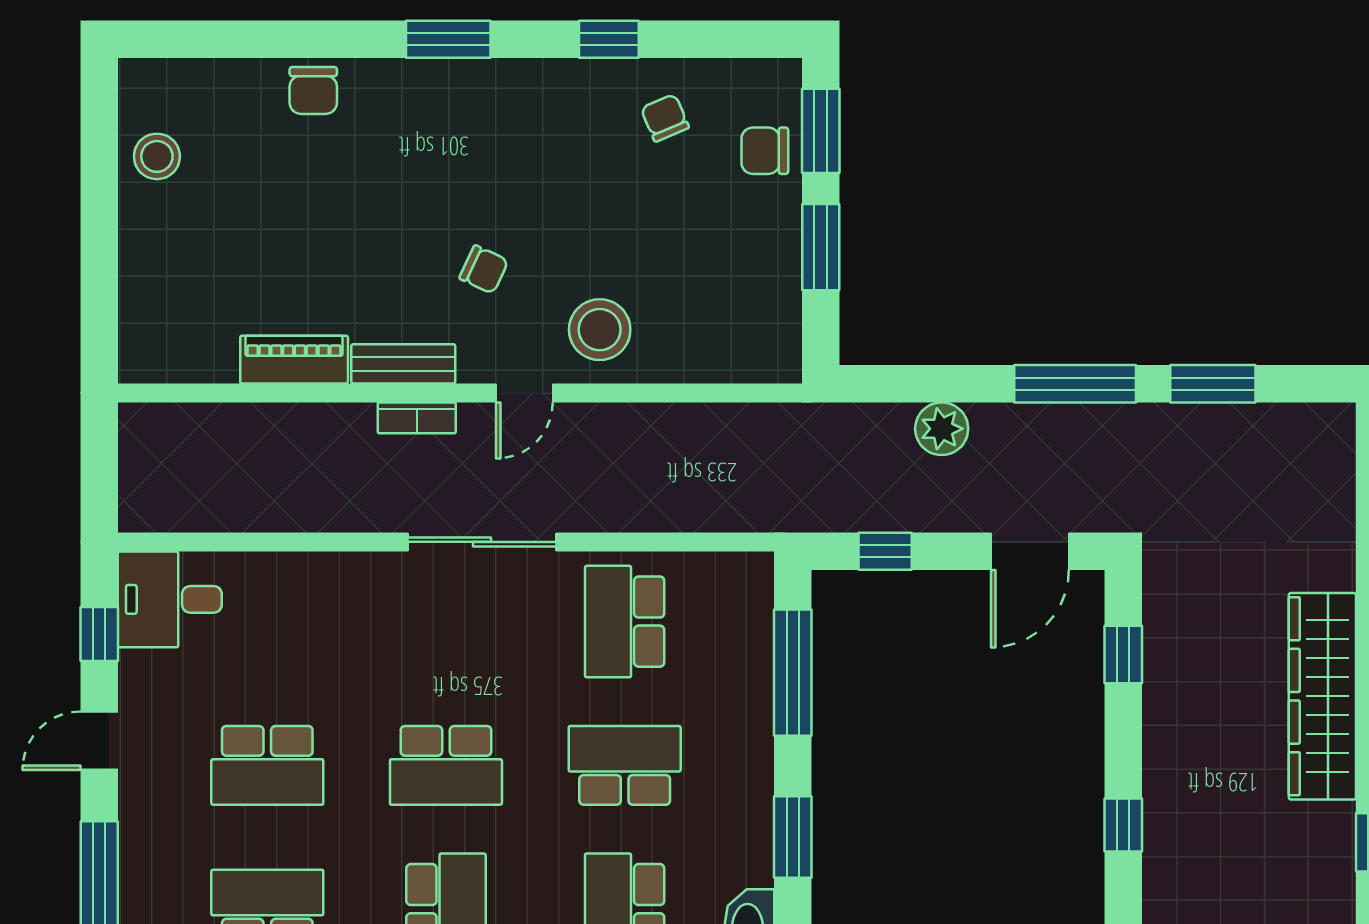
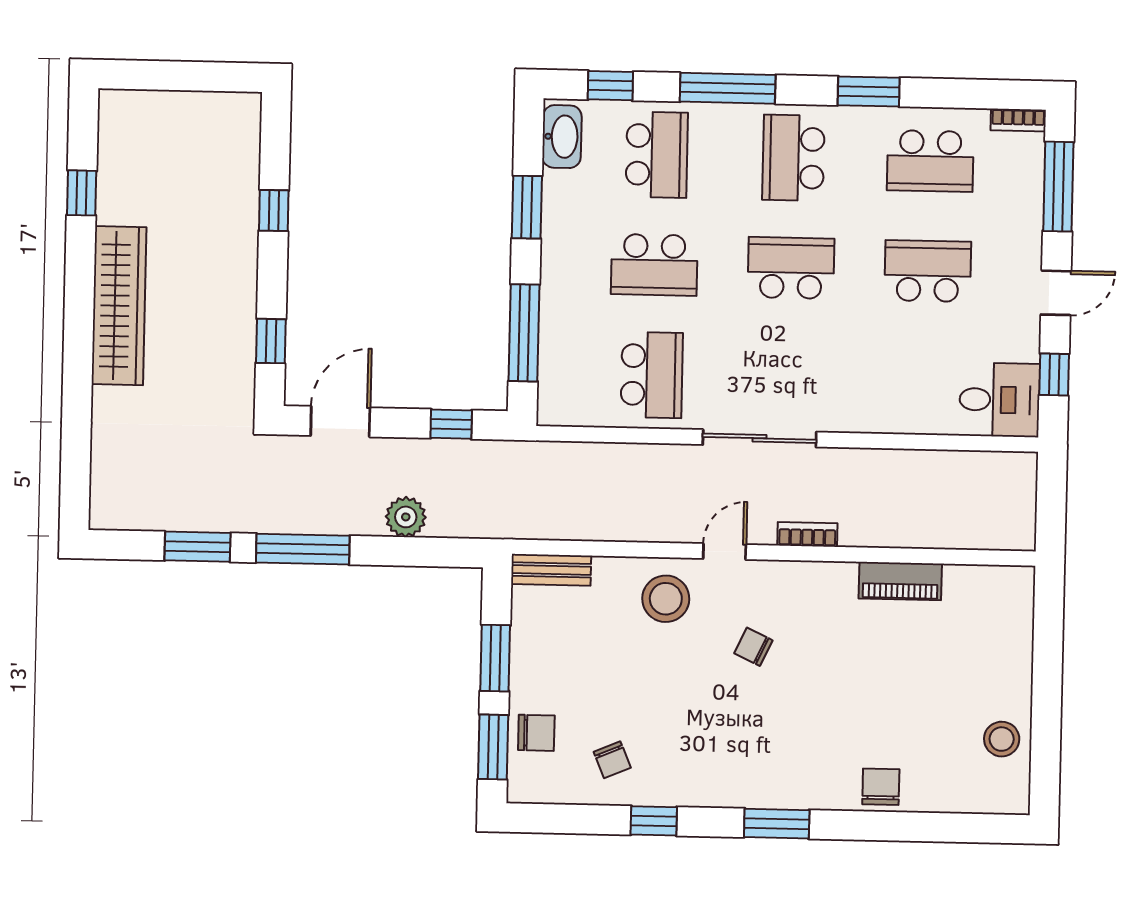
bench: (403, 364) -> (551, 570), moved

